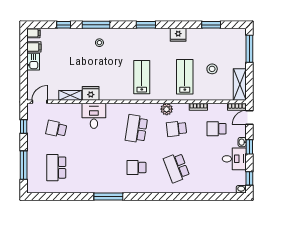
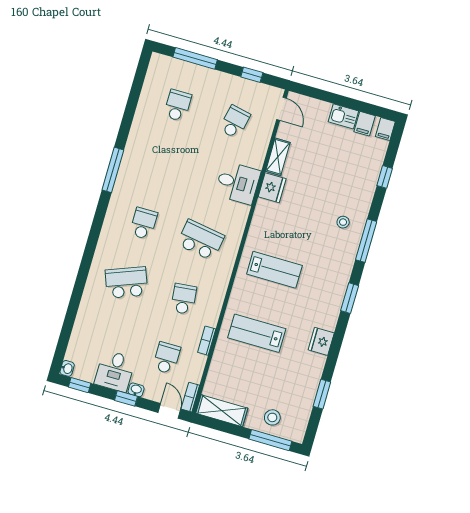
window: (96, 25) -> (366, 241), moved
stool: (212, 69) -> (272, 417), moved
lab bench: (185, 77) -> (257, 333), turned 180
plant: (167, 109) -> (217, 293), removed
school desk: (56, 168) -> (178, 105), width x0.54

